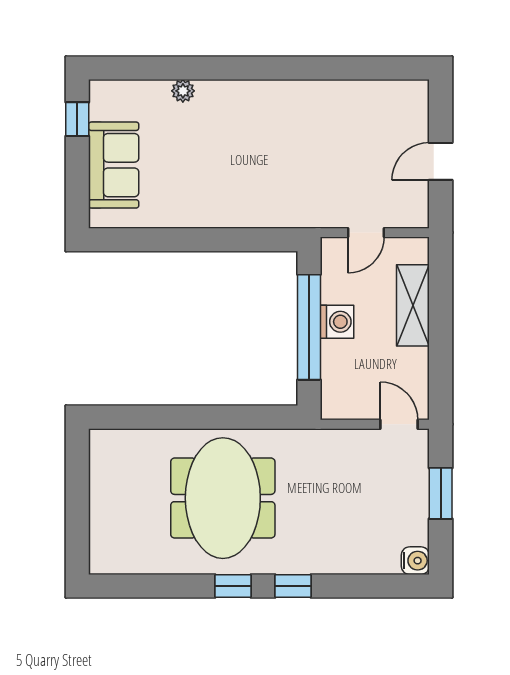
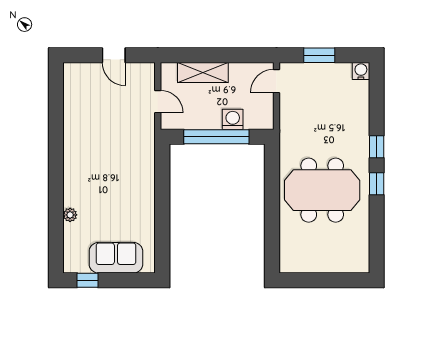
washing machine: (337, 322) -> (233, 119), moved

